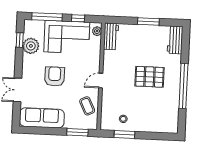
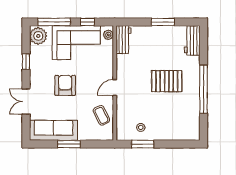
window: (20, 40) -> (26, 62), moved
plant: (31, 46) -> (38, 36), moved
window: (77, 132) -> (69, 144), moved

